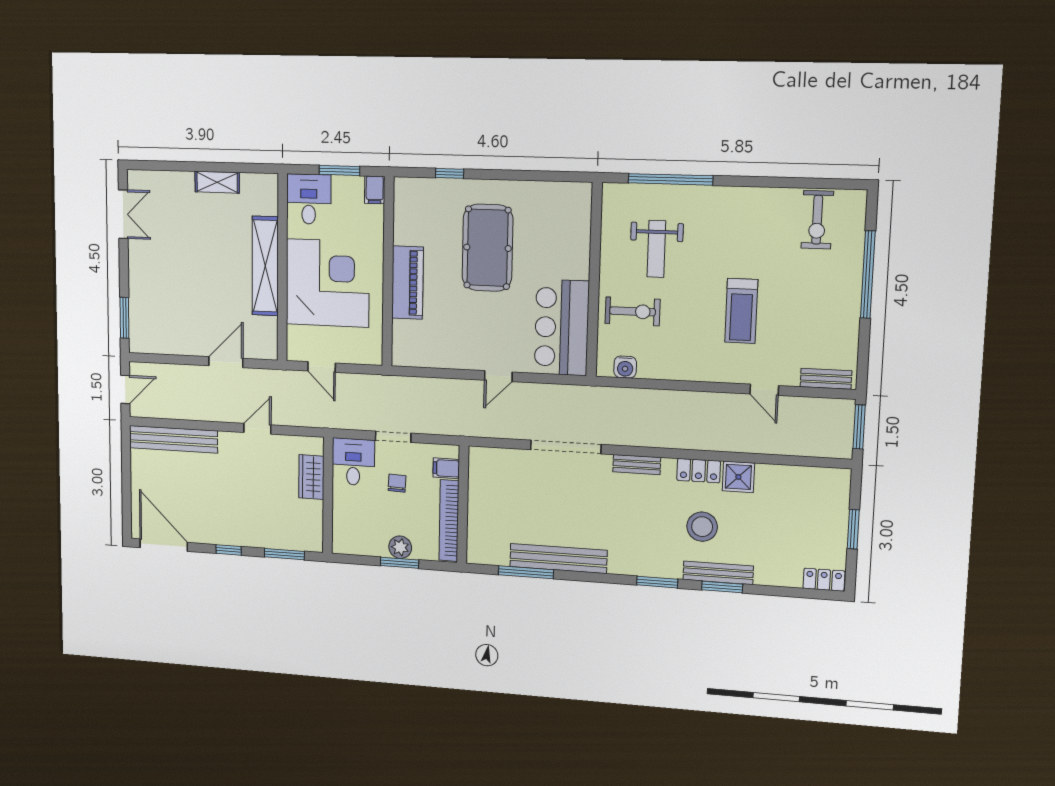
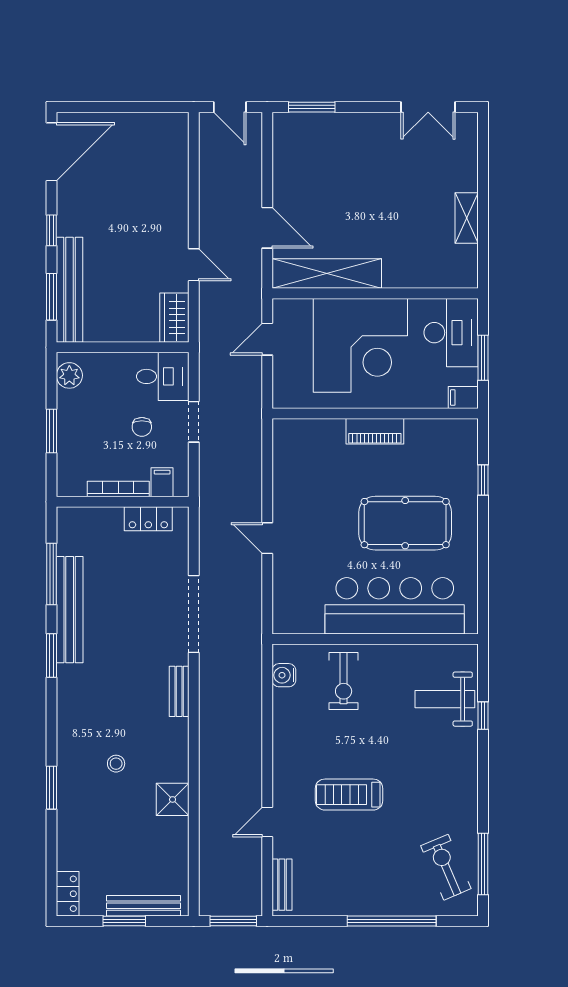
window: (670, 179) -> (483, 716), width x0.32
window: (816, 183) -> (483, 864), added
desk: (309, 199) -> (451, 333), width x1.37
exercise bike: (817, 220) -> (446, 867), turned 67
weight bench: (656, 249) -> (445, 699), moved
shelving: (265, 266) -> (327, 274), moved
piano: (407, 283) -> (375, 431), width x0.73, depth x0.75
bar counter: (562, 327) -> (395, 606), moved, width x1.36
bench: (173, 439) -> (70, 290), moved
locker: (699, 471) -> (148, 519), moved, turned -90
wardrobe: (311, 477) -> (174, 318), moved, turned -90
chair: (397, 483) -> (142, 427), turned 88
bookcase: (449, 521) -> (118, 489), width x0.68, depth x0.76
stool: (702, 527) -> (116, 764), width x0.53, depth x0.53
plant: (400, 547) -> (69, 375), moved
bench: (718, 573) -> (143, 906), moved, turned 90
window: (657, 582) -> (52, 656), moved

